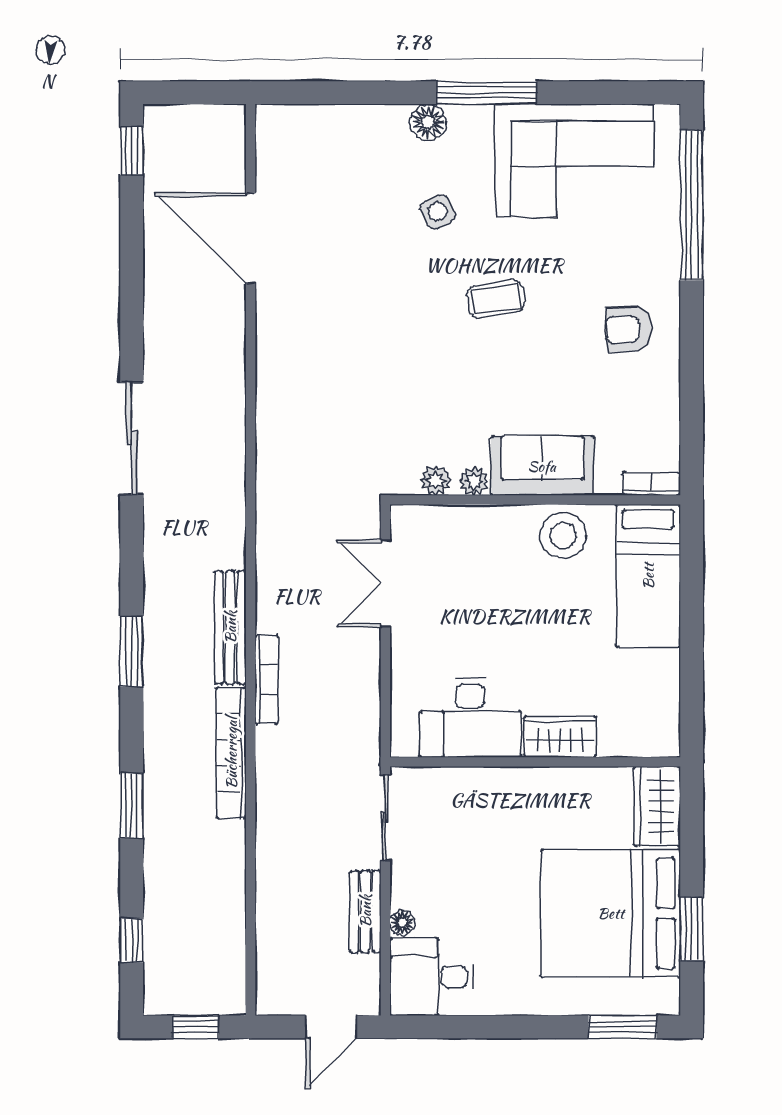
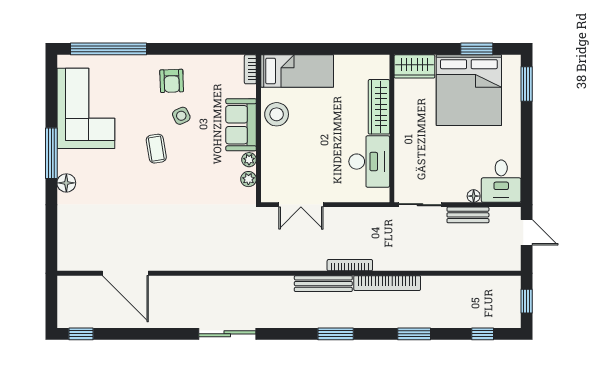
side table: (438, 212) -> (181, 116), moved
door: (251, 238) -> (125, 273), hinge flipped
wardrobe: (560, 737) -> (379, 107), width x1.50

